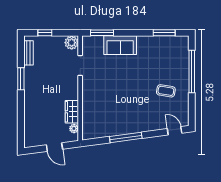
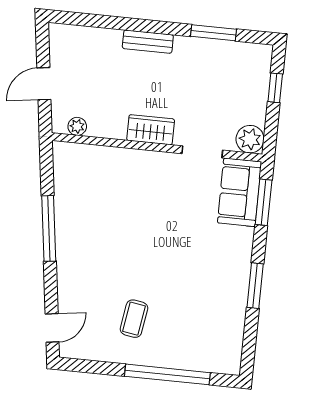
window: (164, 33) -> (255, 286), moved
sofa: (120, 45) -> (240, 192), moved
bench: (29, 53) -> (148, 42), moved
window: (21, 79) -> (214, 33), moved
wardrobe: (72, 112) -> (151, 130), moved

